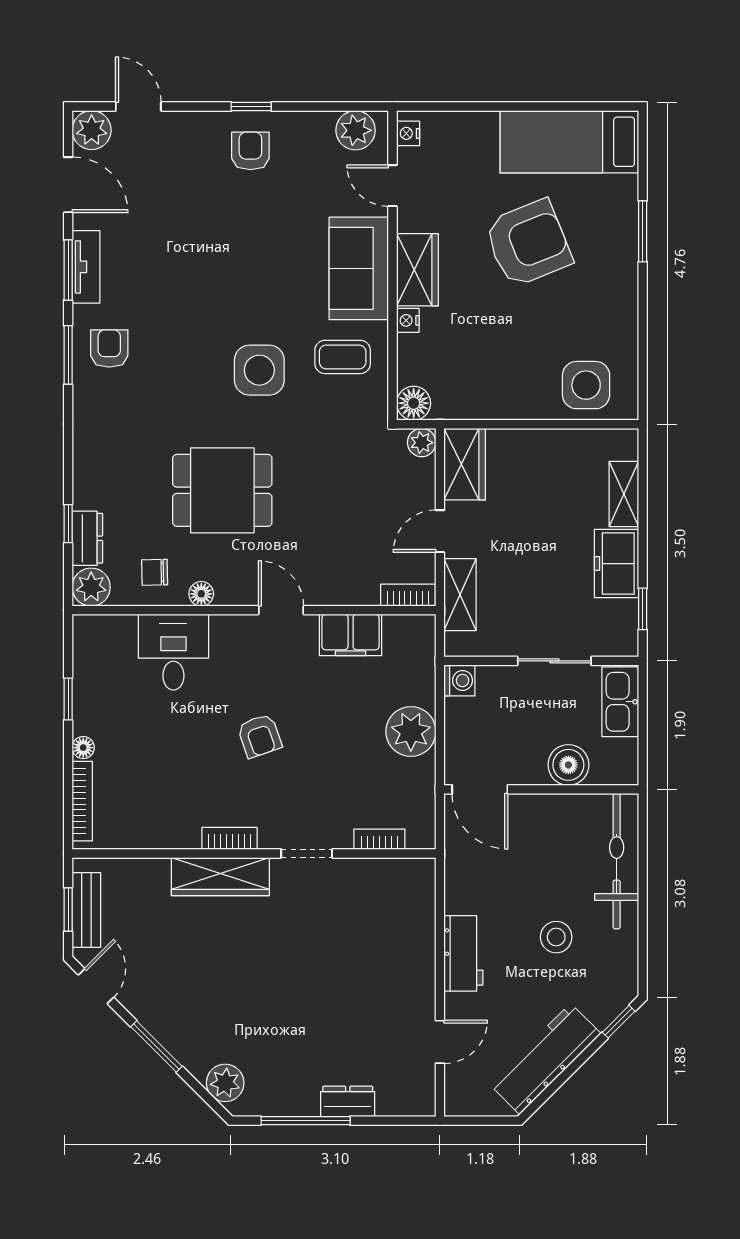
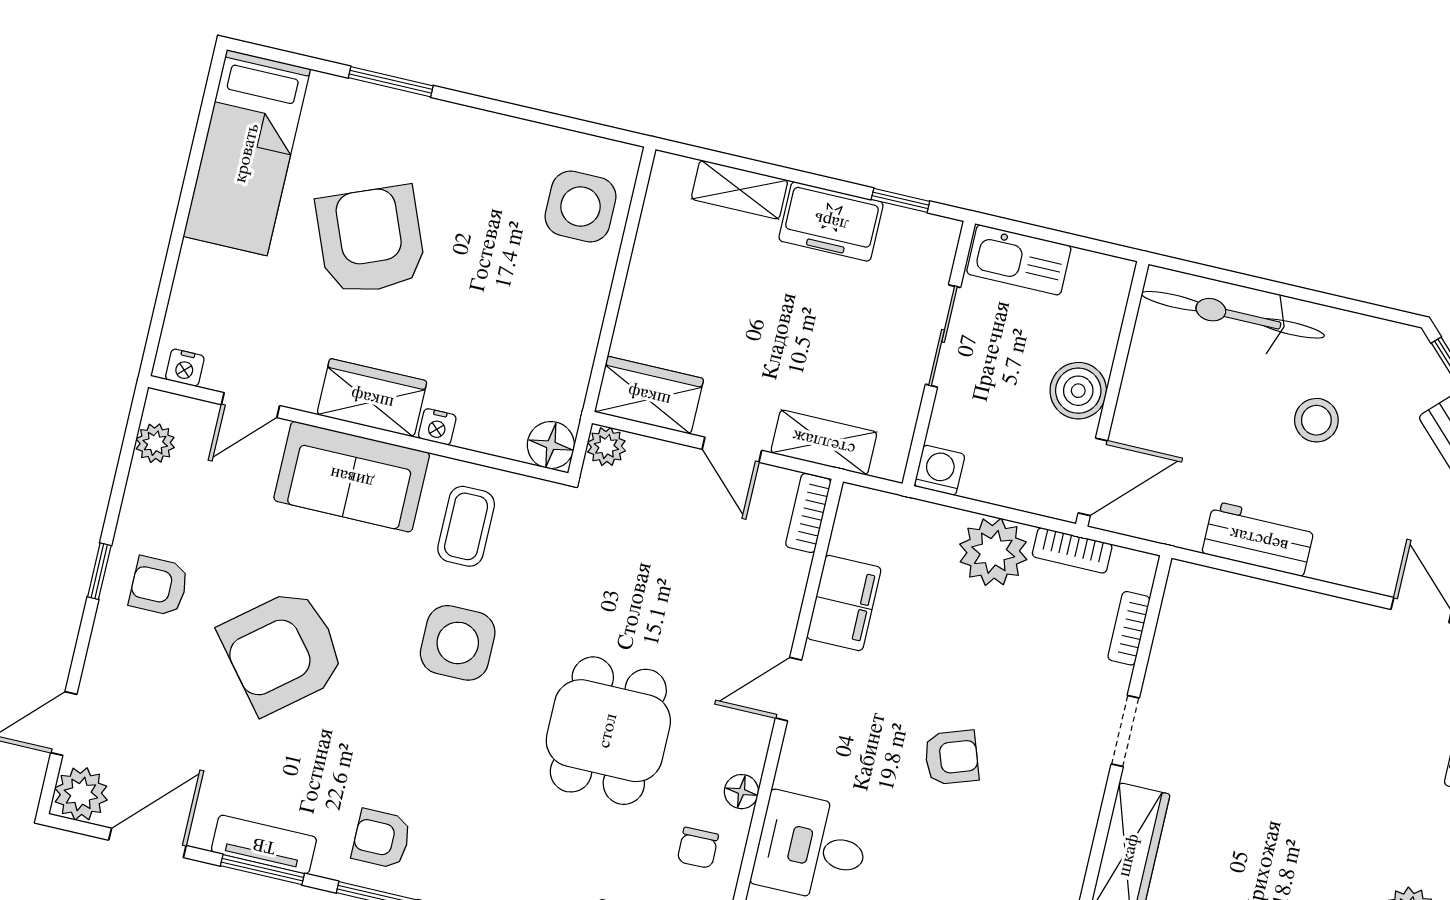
plant: (356, 130) -> (155, 443), width x0.73, depth x0.73
armchair: (225, 249) -> (283, 651), added
boiler: (568, 765) -> (1078, 391), moved
bookcase: (229, 838) -> (1072, 550), moved, turned -90
workbench: (463, 953) -> (1259, 539), moved

